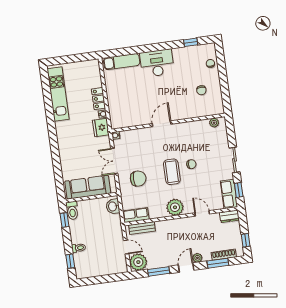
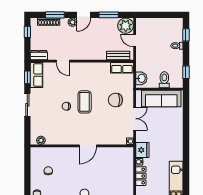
plant: (175, 207) -> (86, 70), removed
toilet: (72, 211) -> (164, 80), moved

